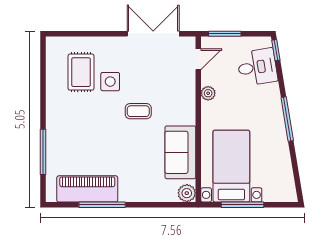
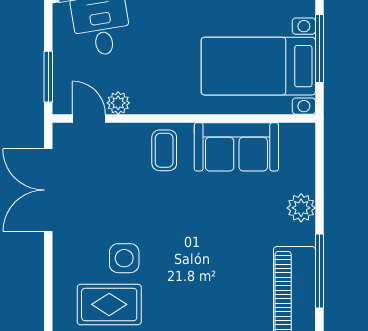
plant: (208, 93) -> (118, 103), moved
coffee table: (138, 111) -> (164, 150), moved
plant: (187, 193) -> (301, 208), moved

